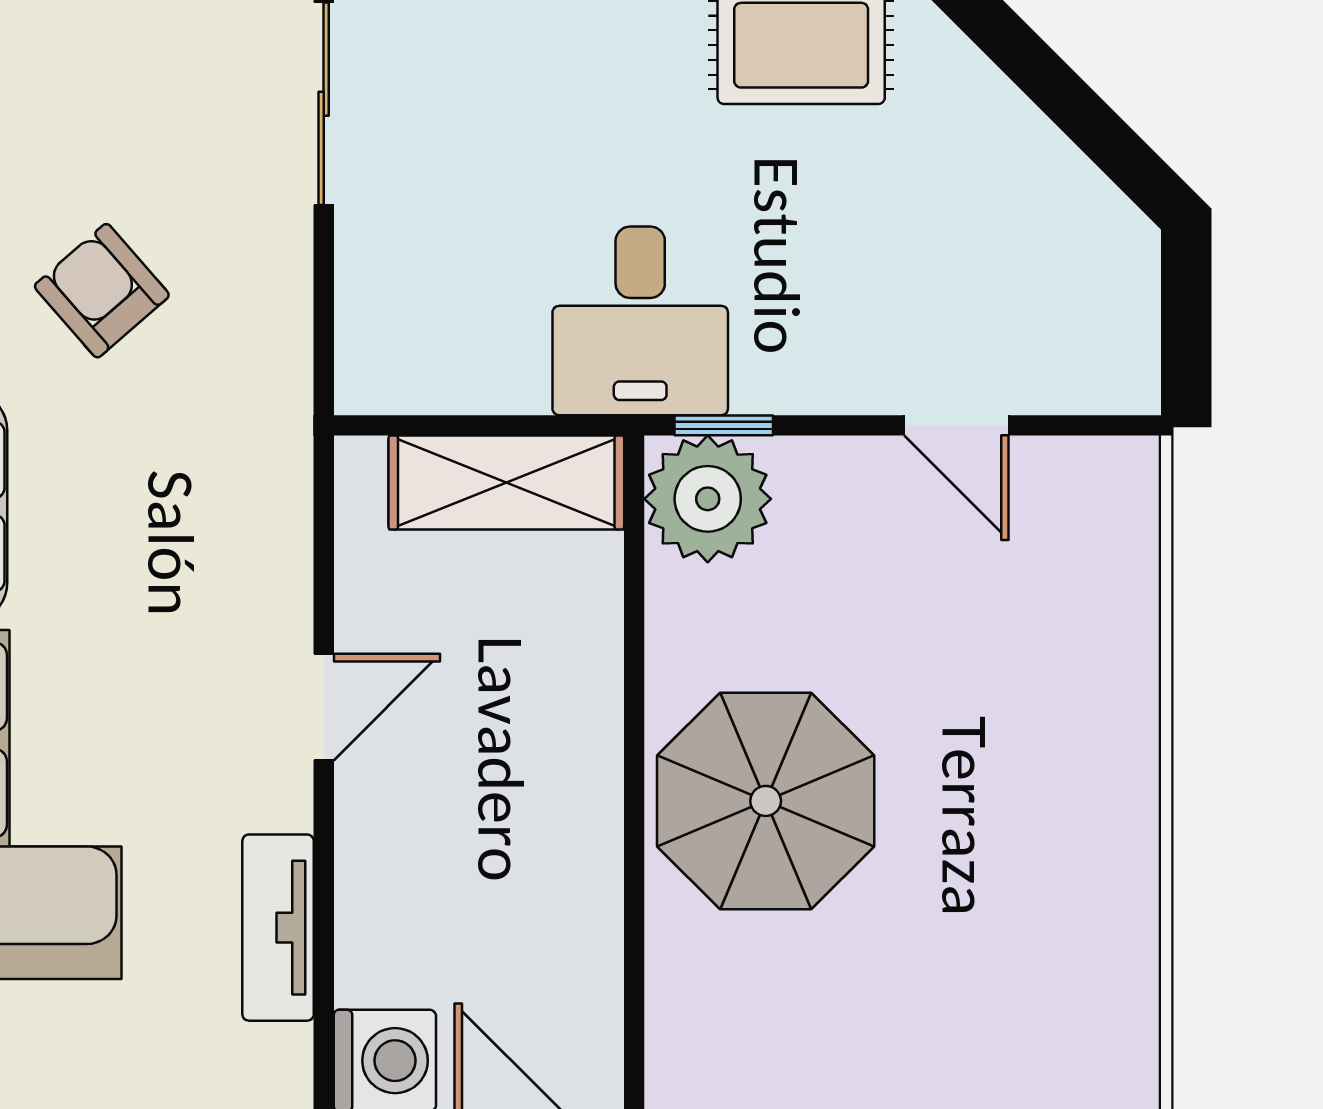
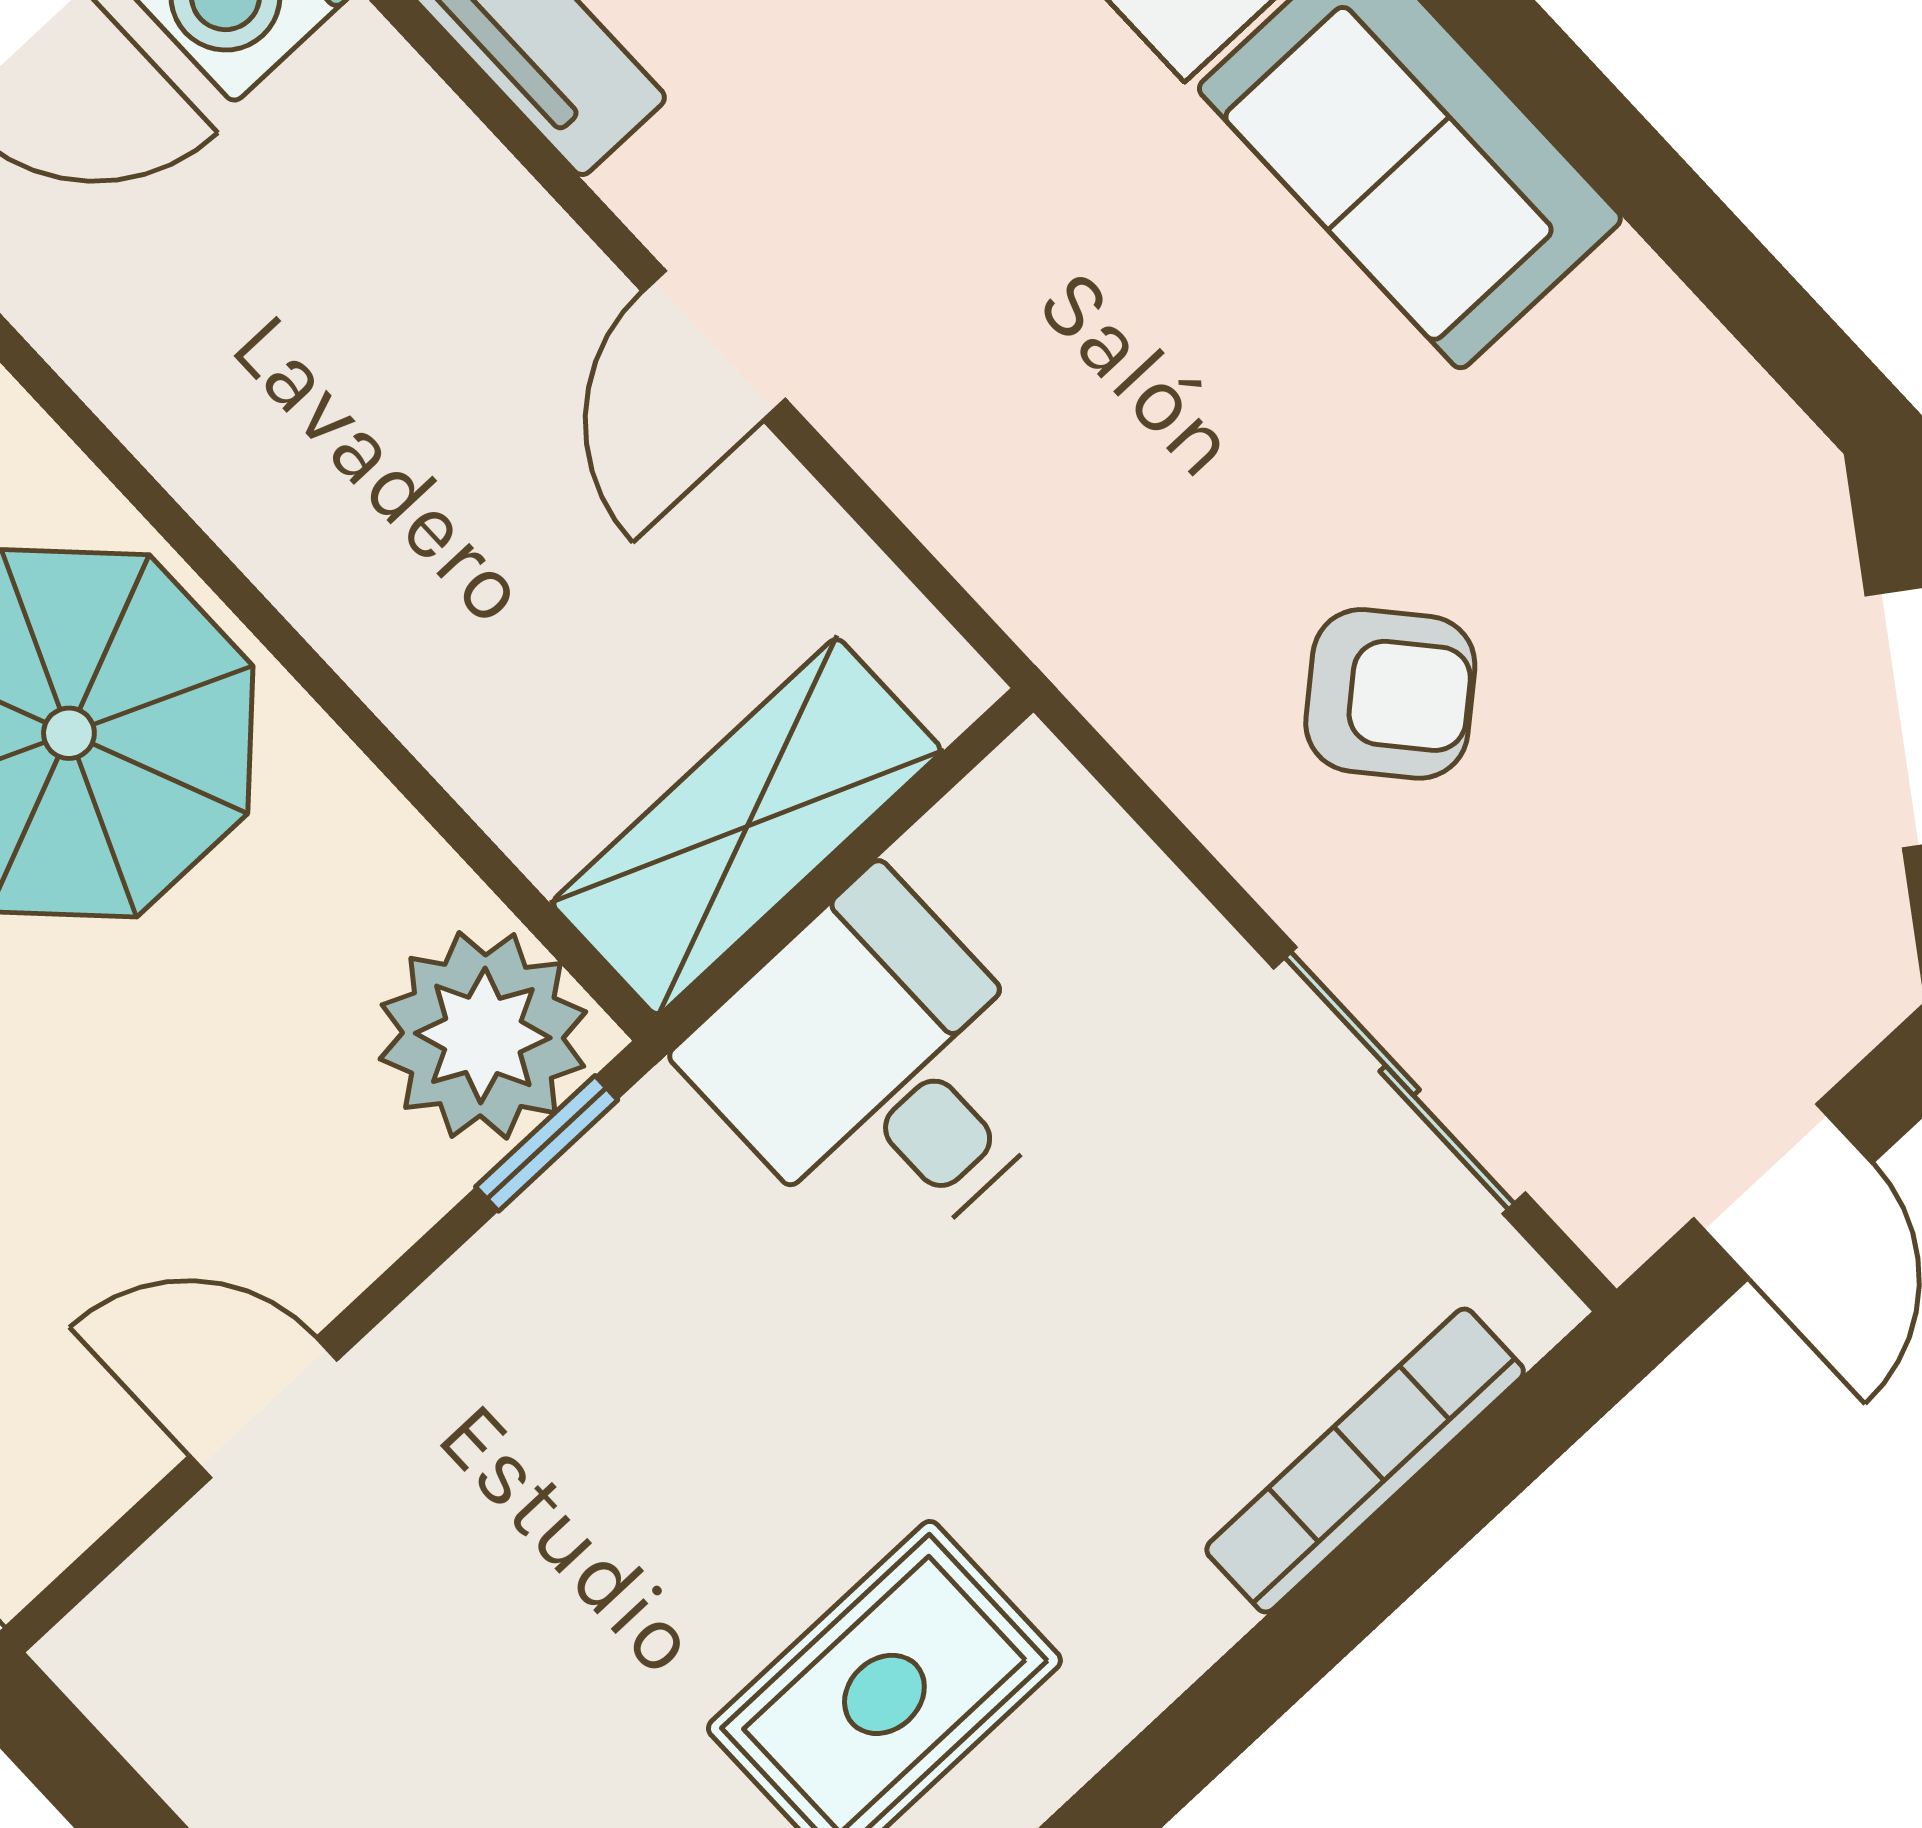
armchair: (102, 291) -> (1390, 694), moved
desk: (640, 321) -> (880, 1071), moved

